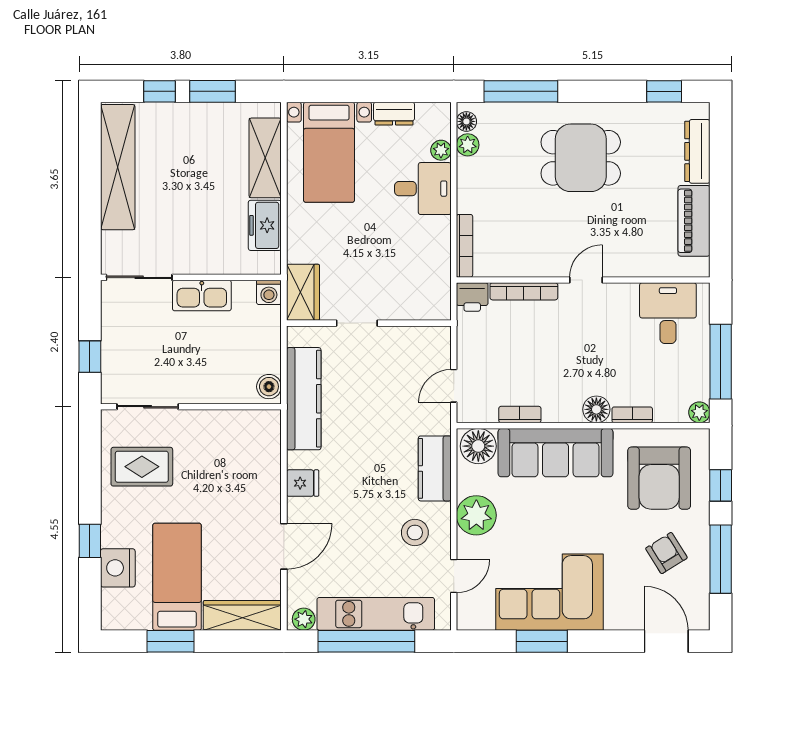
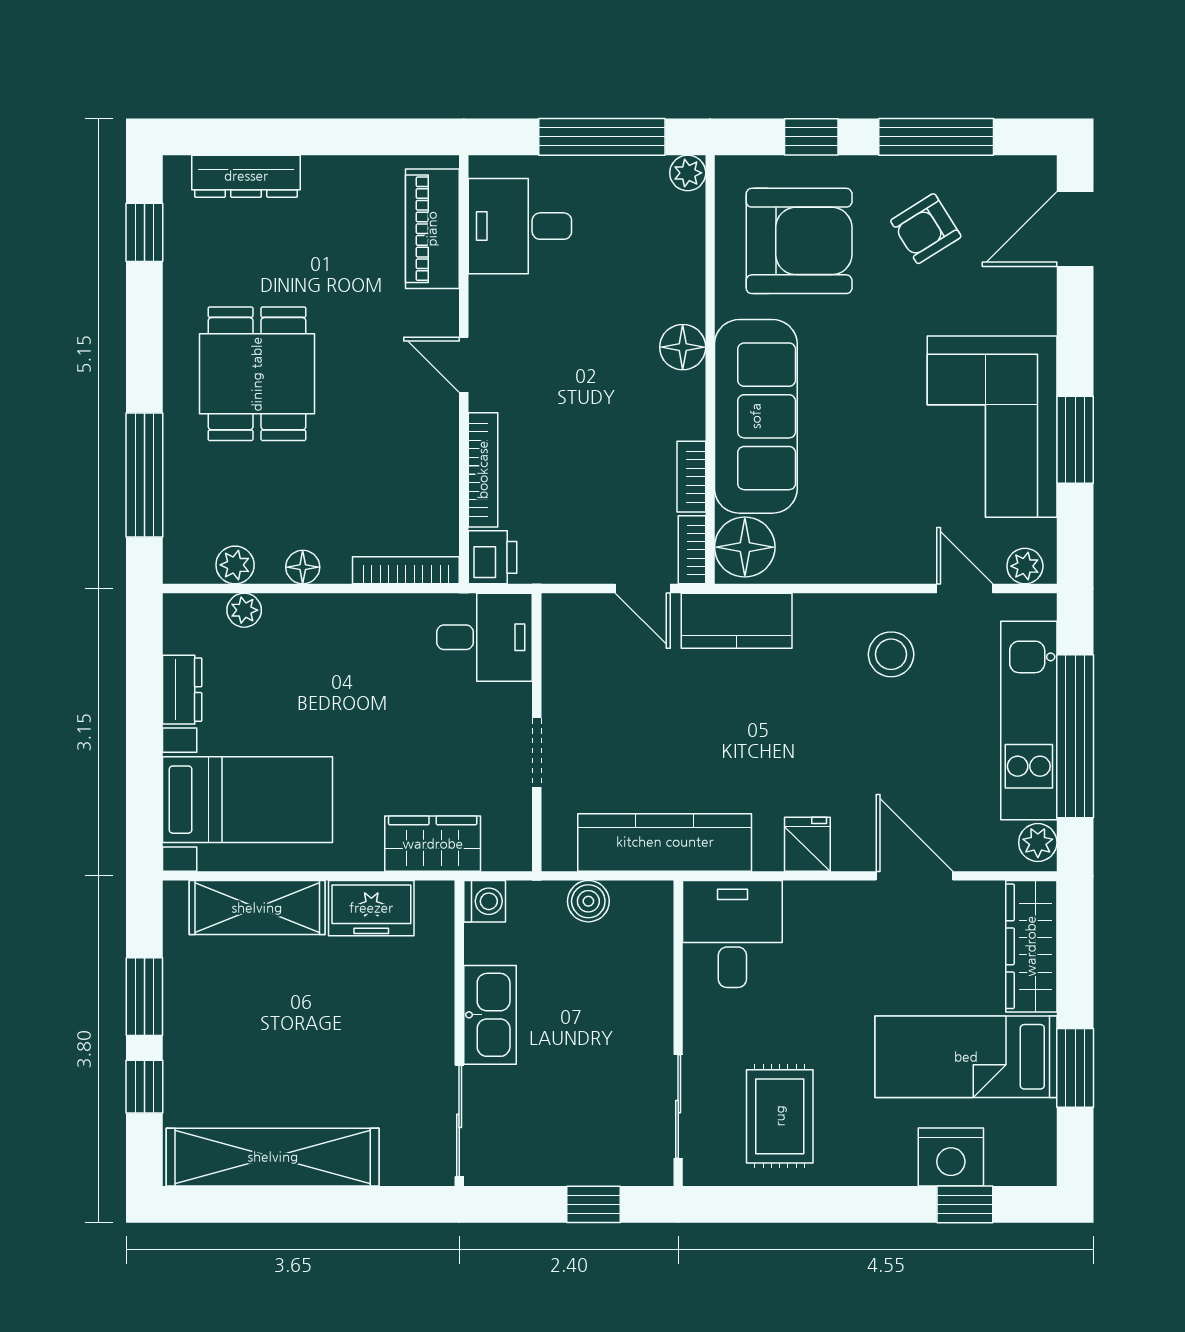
floor lamp: (466, 121) -> (303, 567), moved
desk: (423, 189) -> (485, 637), moved, turned 90
piano: (694, 221) -> (432, 229), moved, turned 90
wardrobe: (303, 292) -> (433, 844), moved
boiler: (269, 387) -> (588, 901), moved
bookcase: (632, 415) -> (692, 550), moved
desk: (250, 439) -> (732, 934), added
kitchen counter: (435, 468) -> (737, 621), moved
plant: (476, 515) -> (1025, 566), moved, width x0.53, depth x0.53
window: (90, 541) -> (965, 1204), moved

